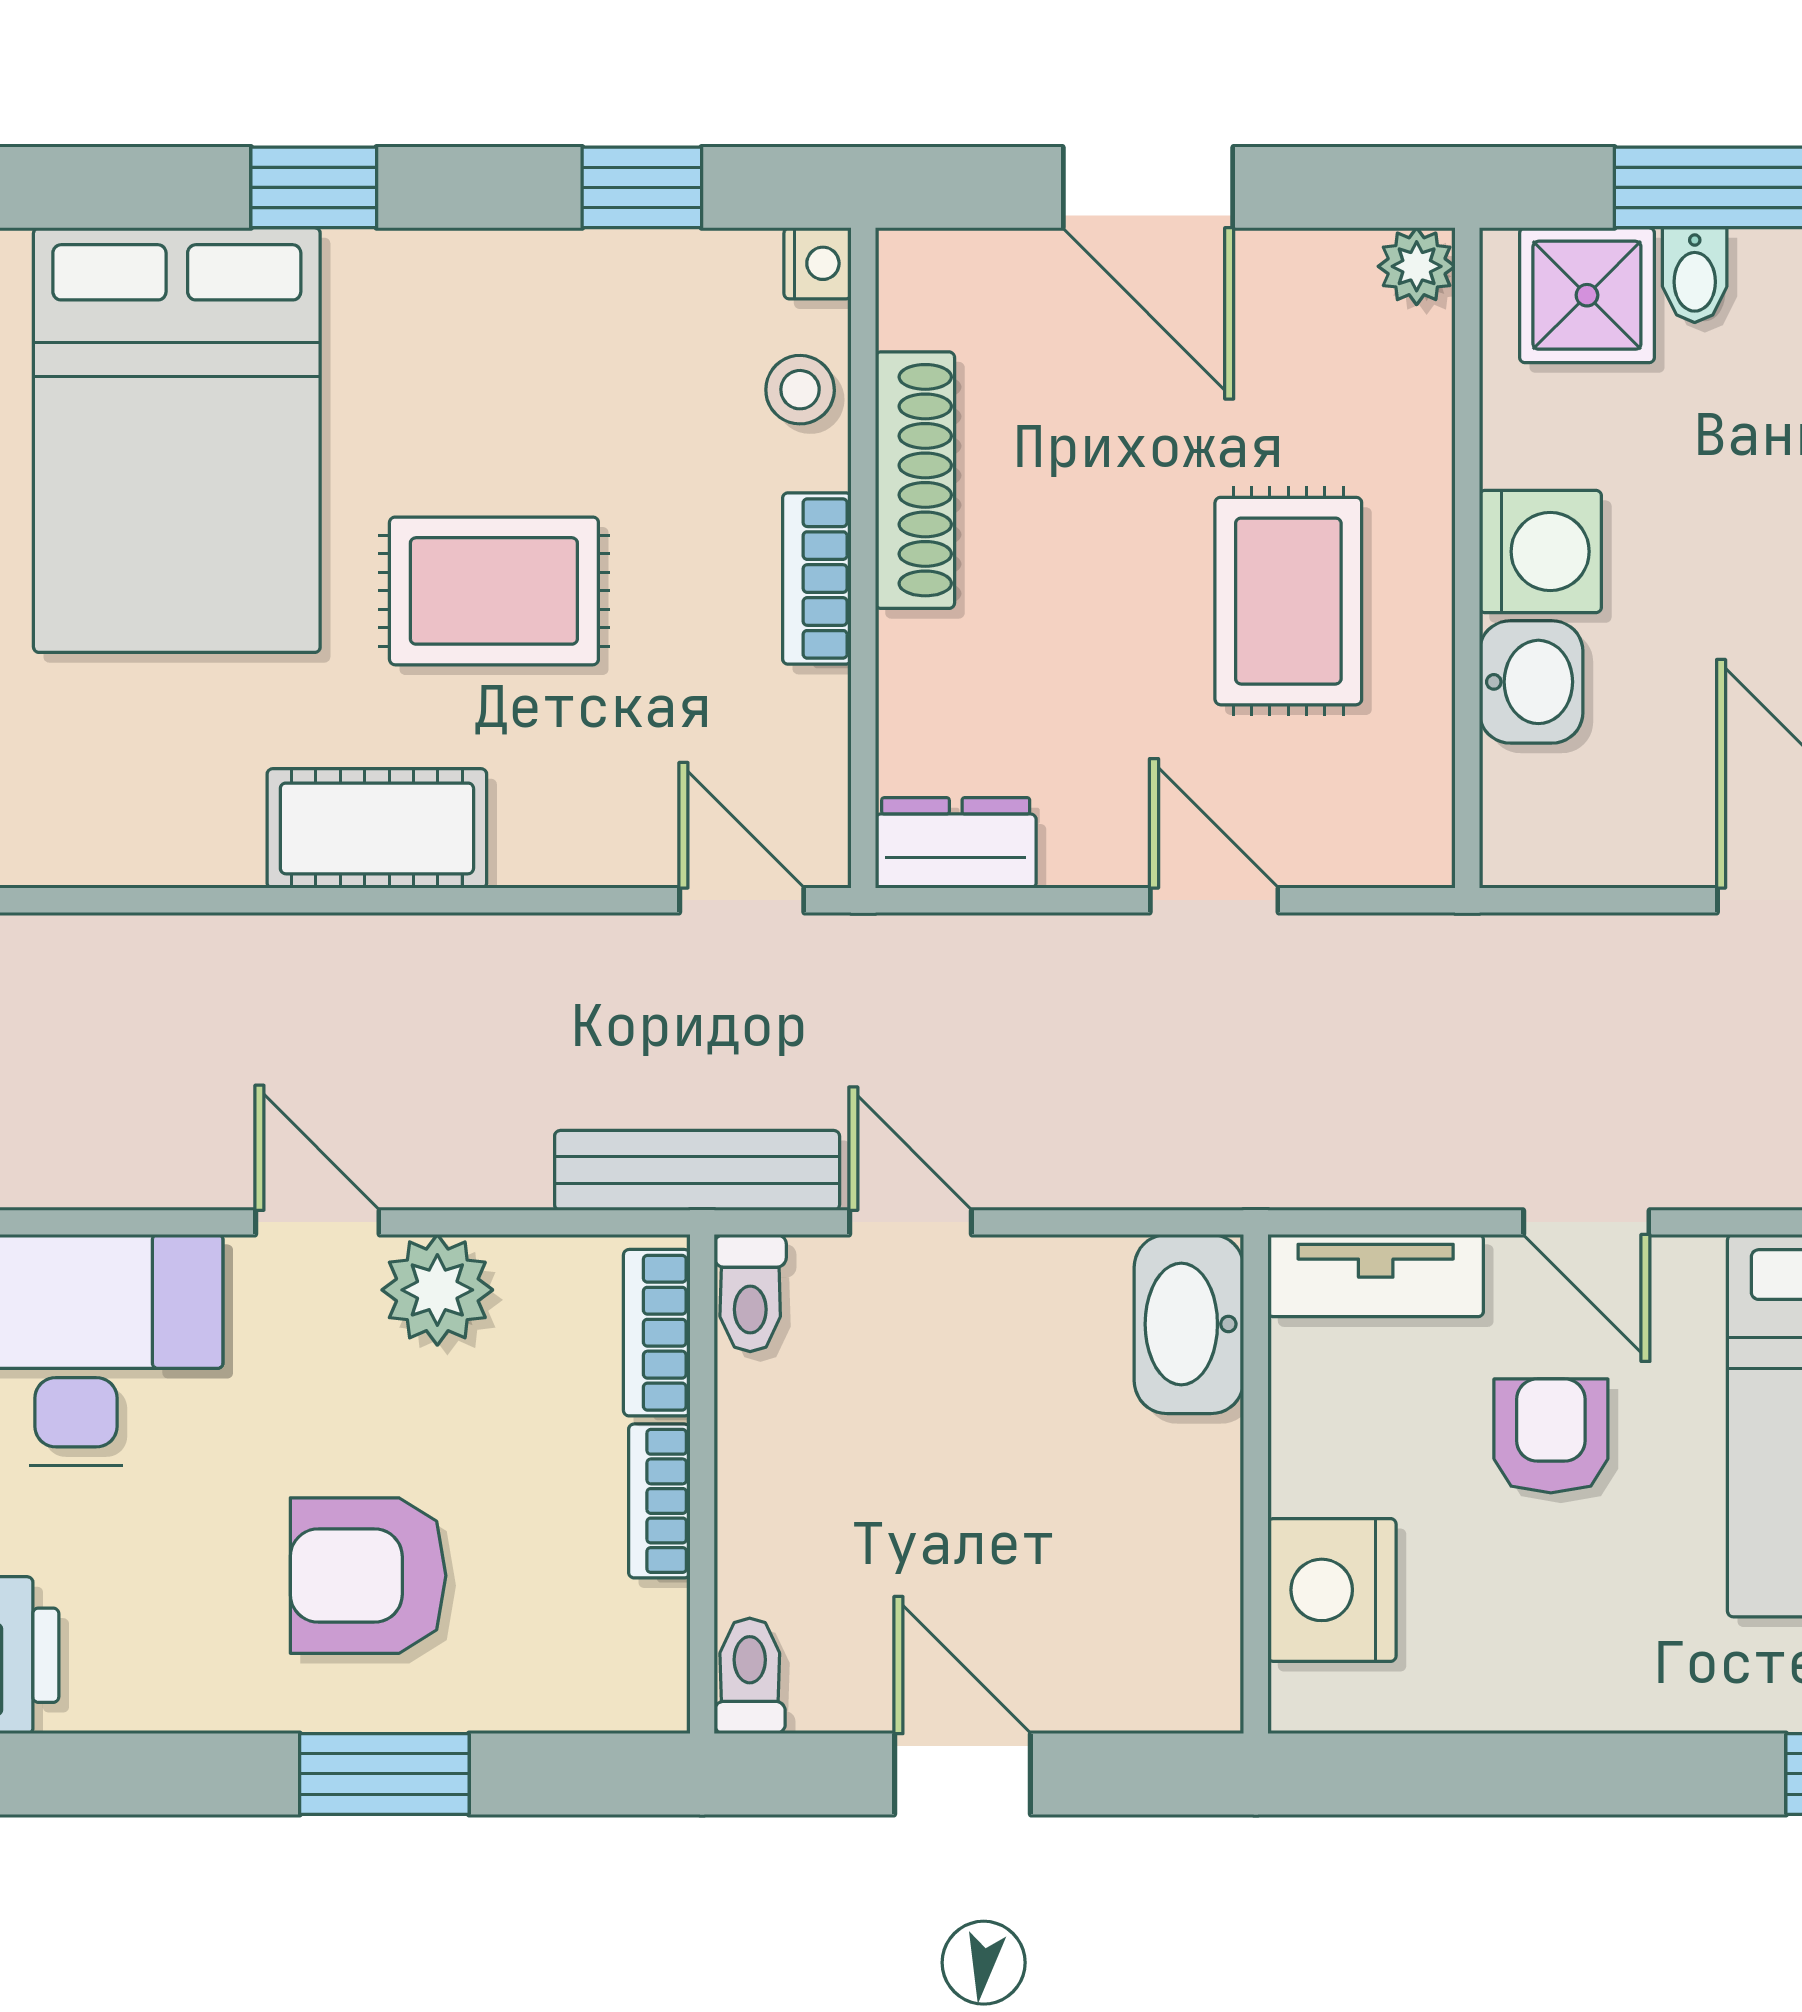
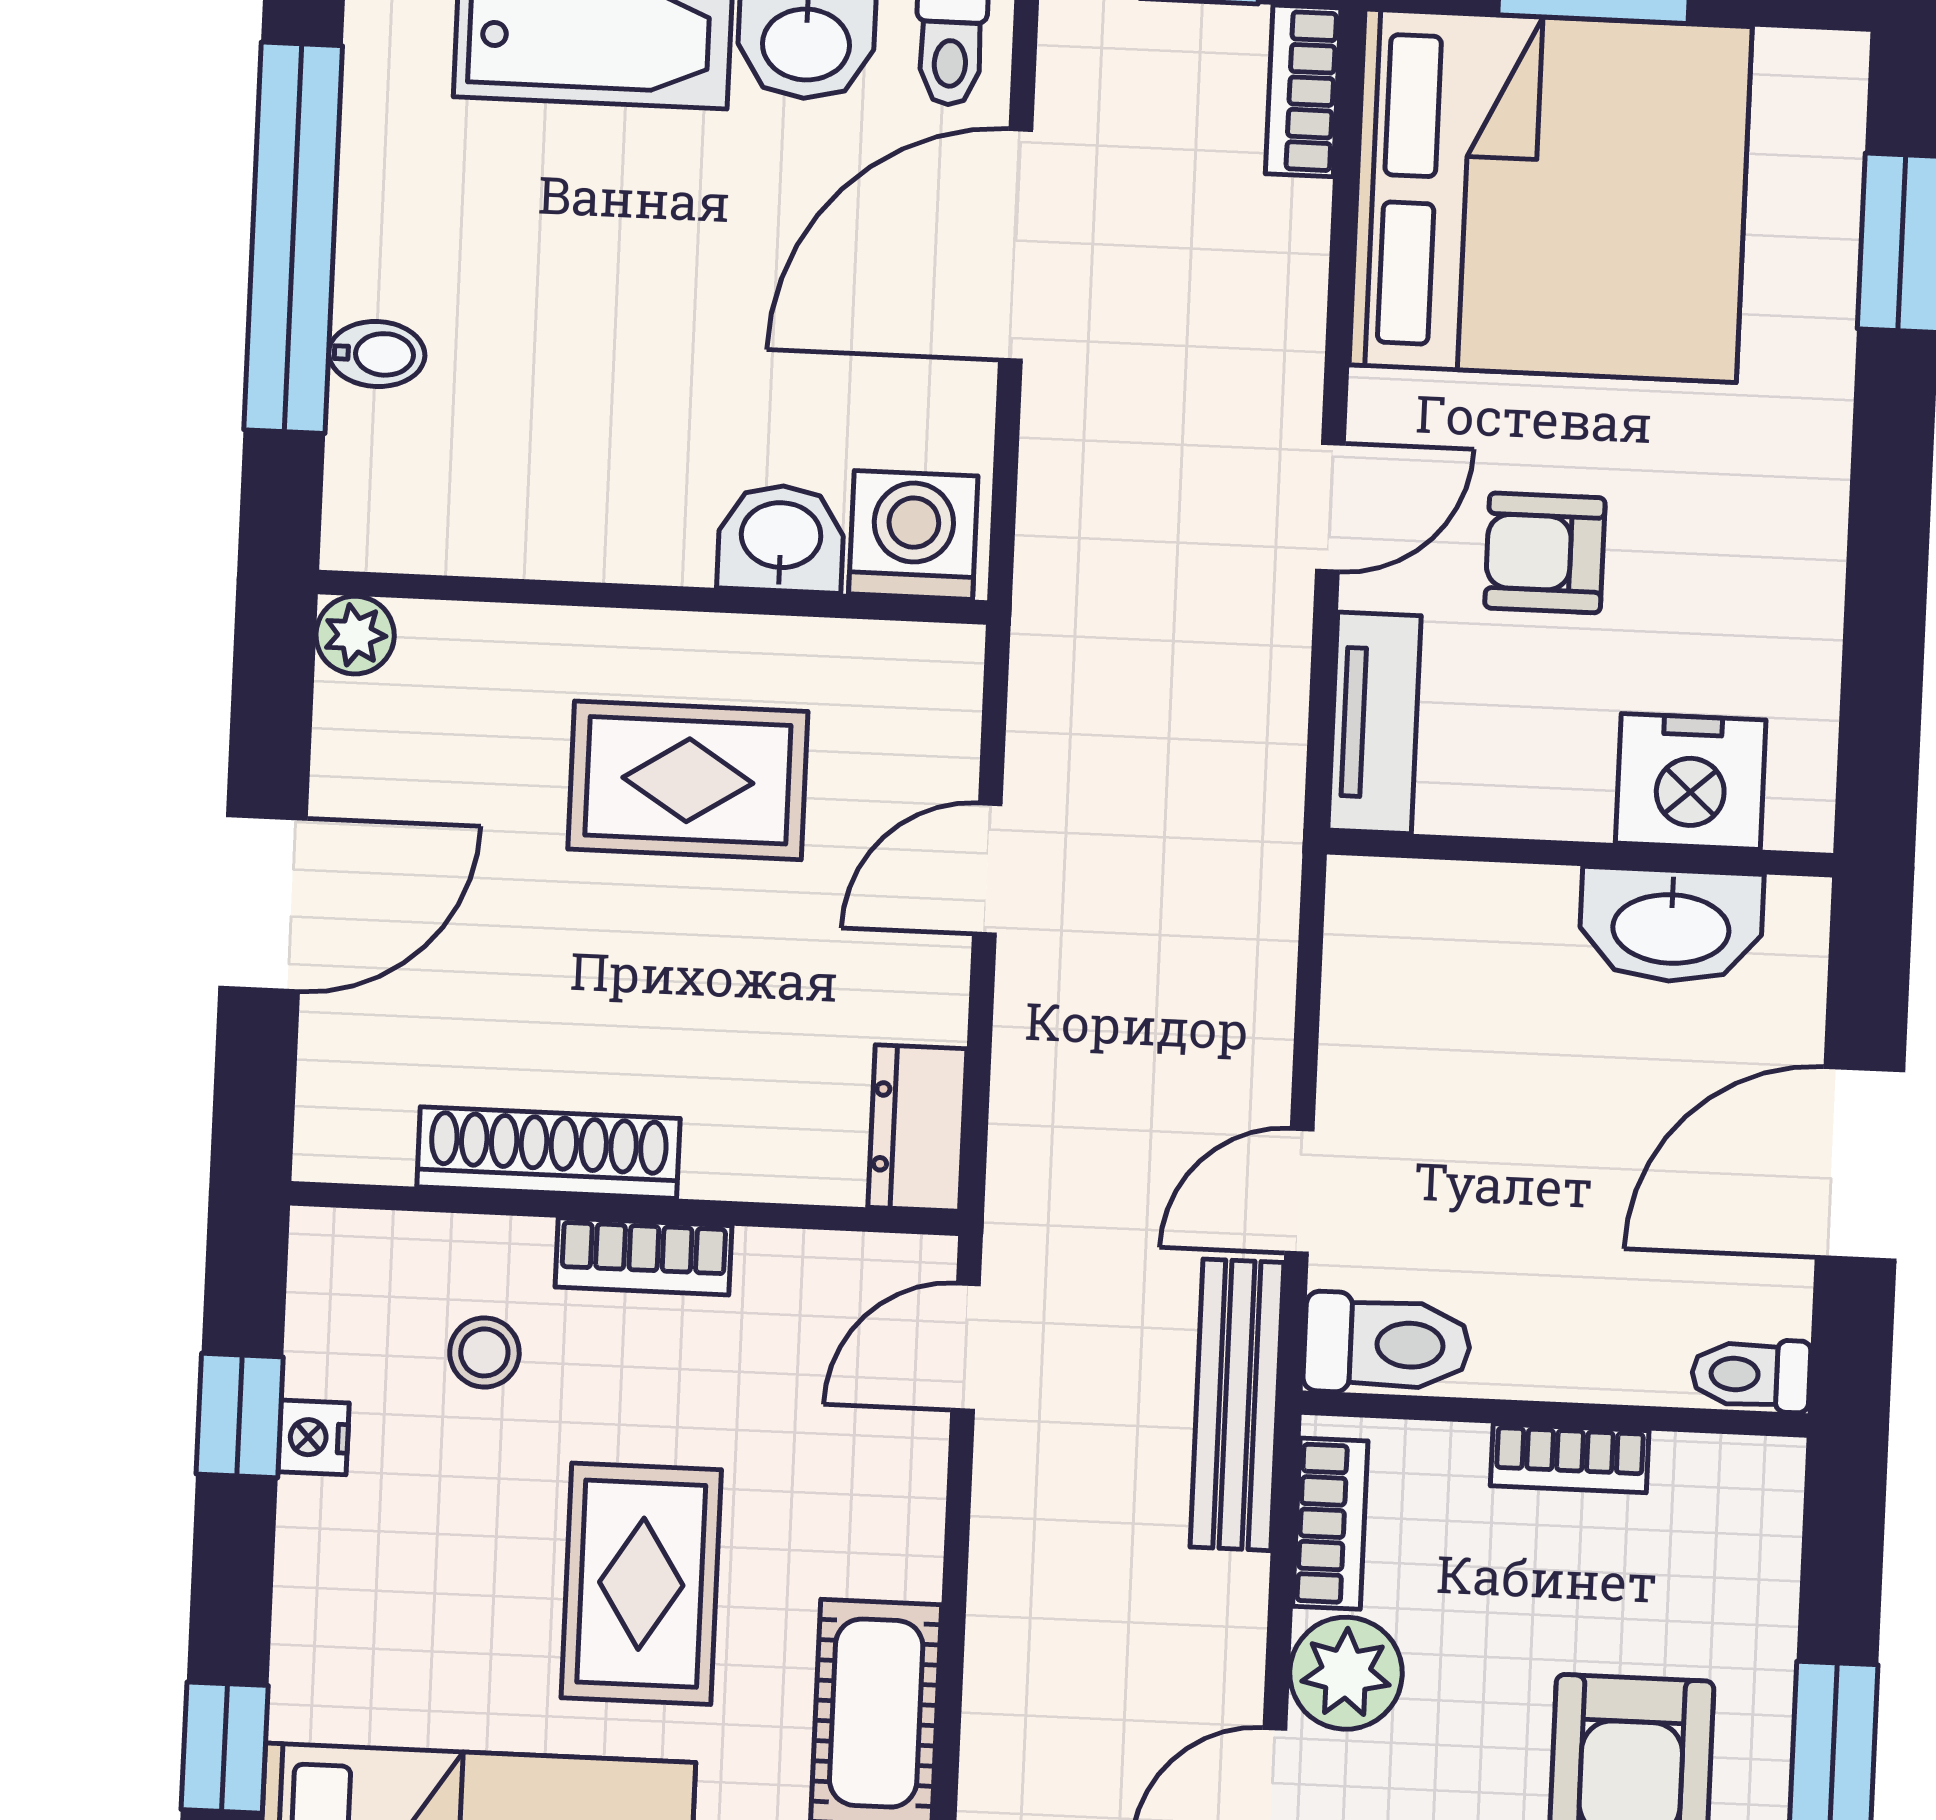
nightstand: (818, 263) -> (314, 1437), moved, turned -90
shower: (1587, 295) -> (392, 464), removed
stool: (800, 390) -> (484, 1352), moved
washing machine: (1540, 552) -> (913, 535), moved
toilet: (750, 1293) -> (1387, 1344), width x1.37, depth x1.39
washbasin: (1189, 1324) -> (1671, 926), moved
bookcase: (657, 1333) -> (1330, 1524), moved, turned -90
door: (963, 1774) -> (1860, 1164), width x1.38

